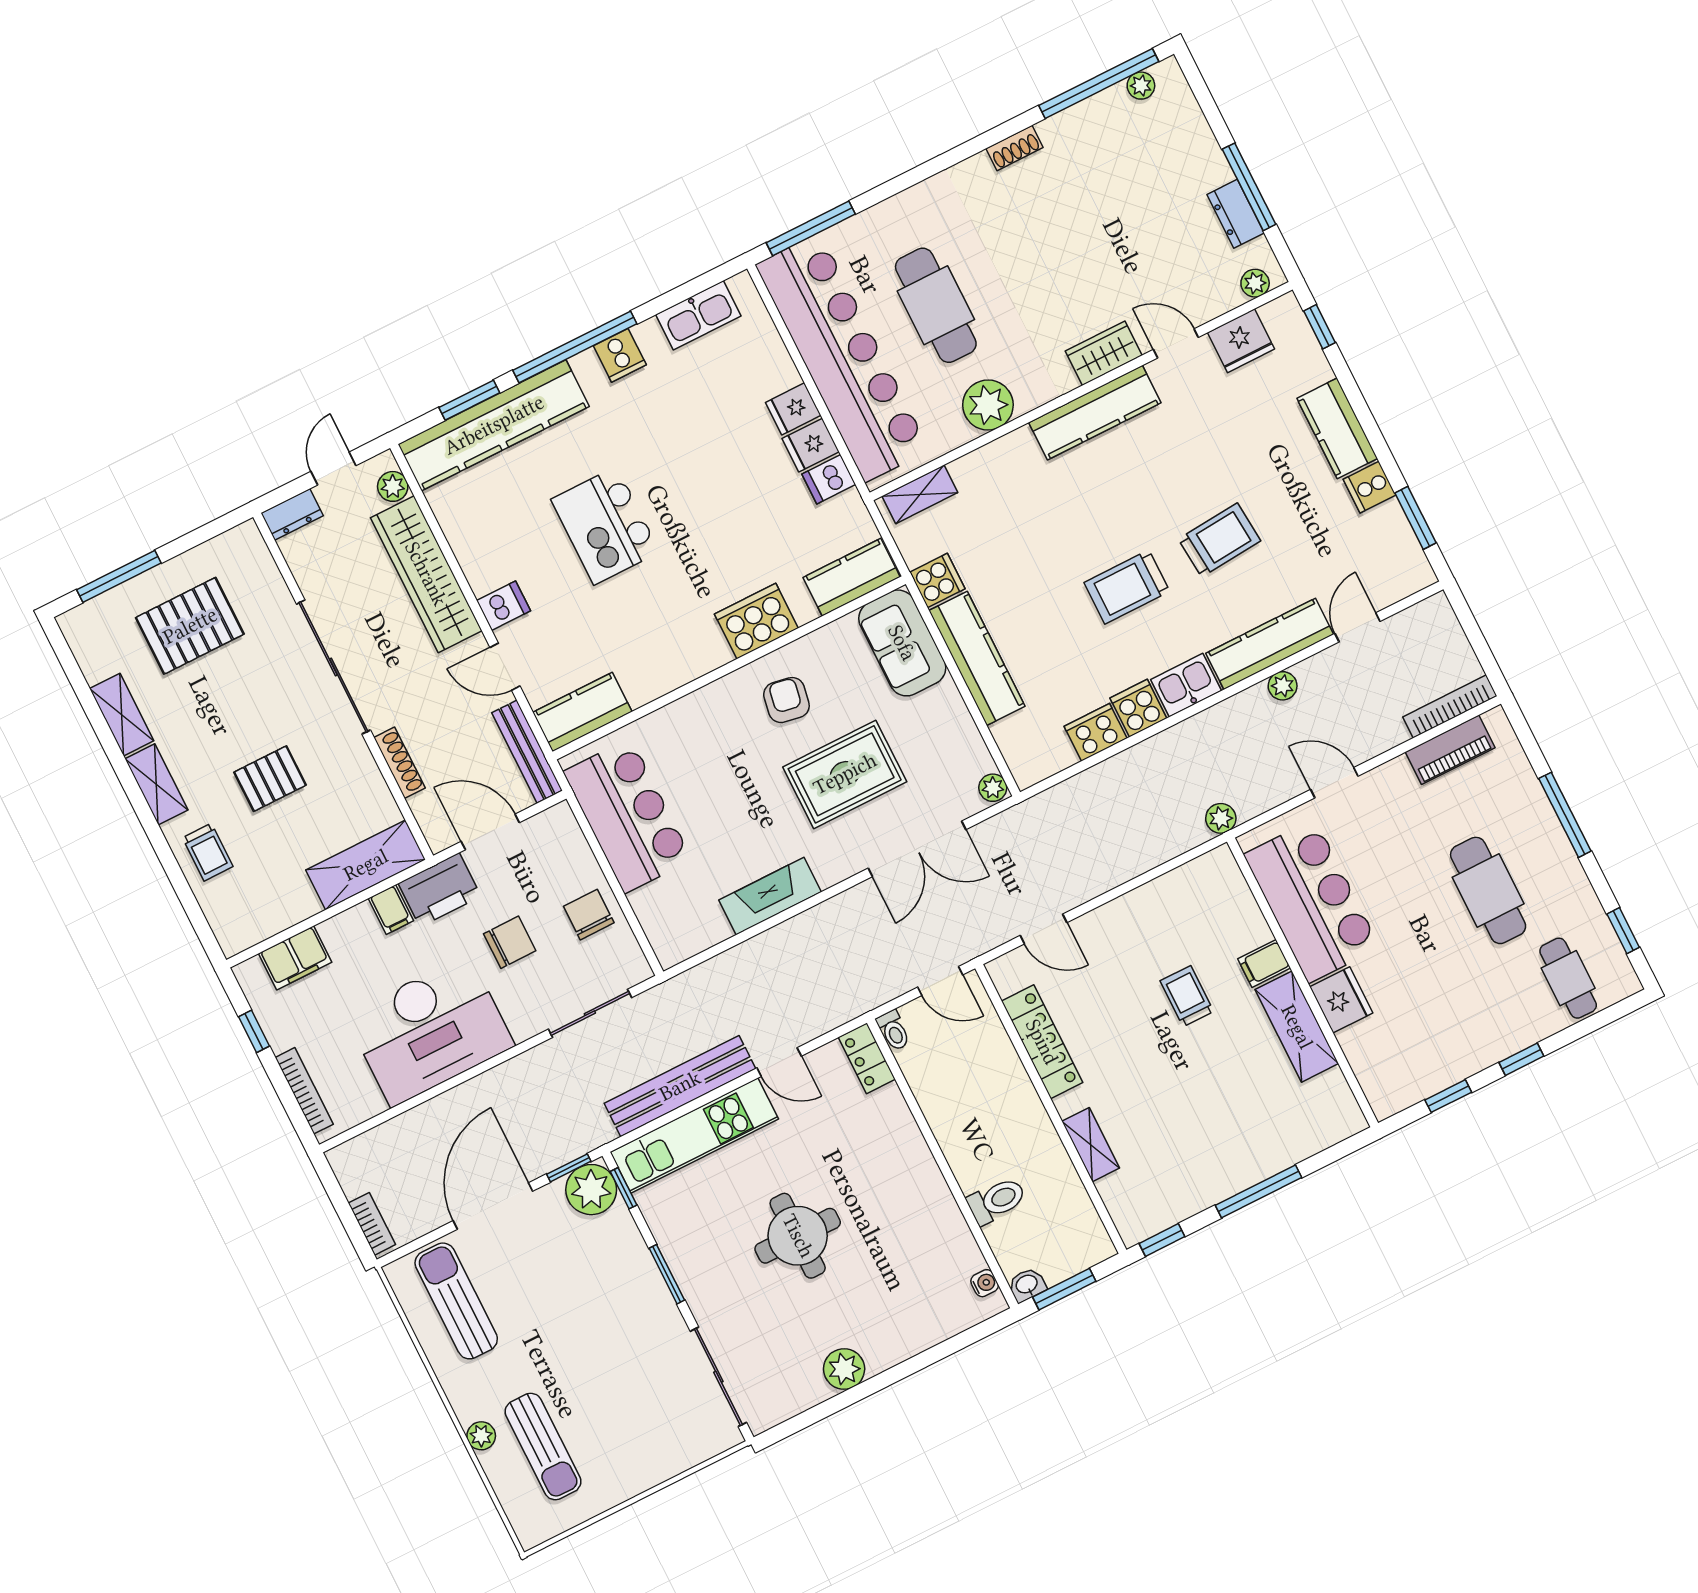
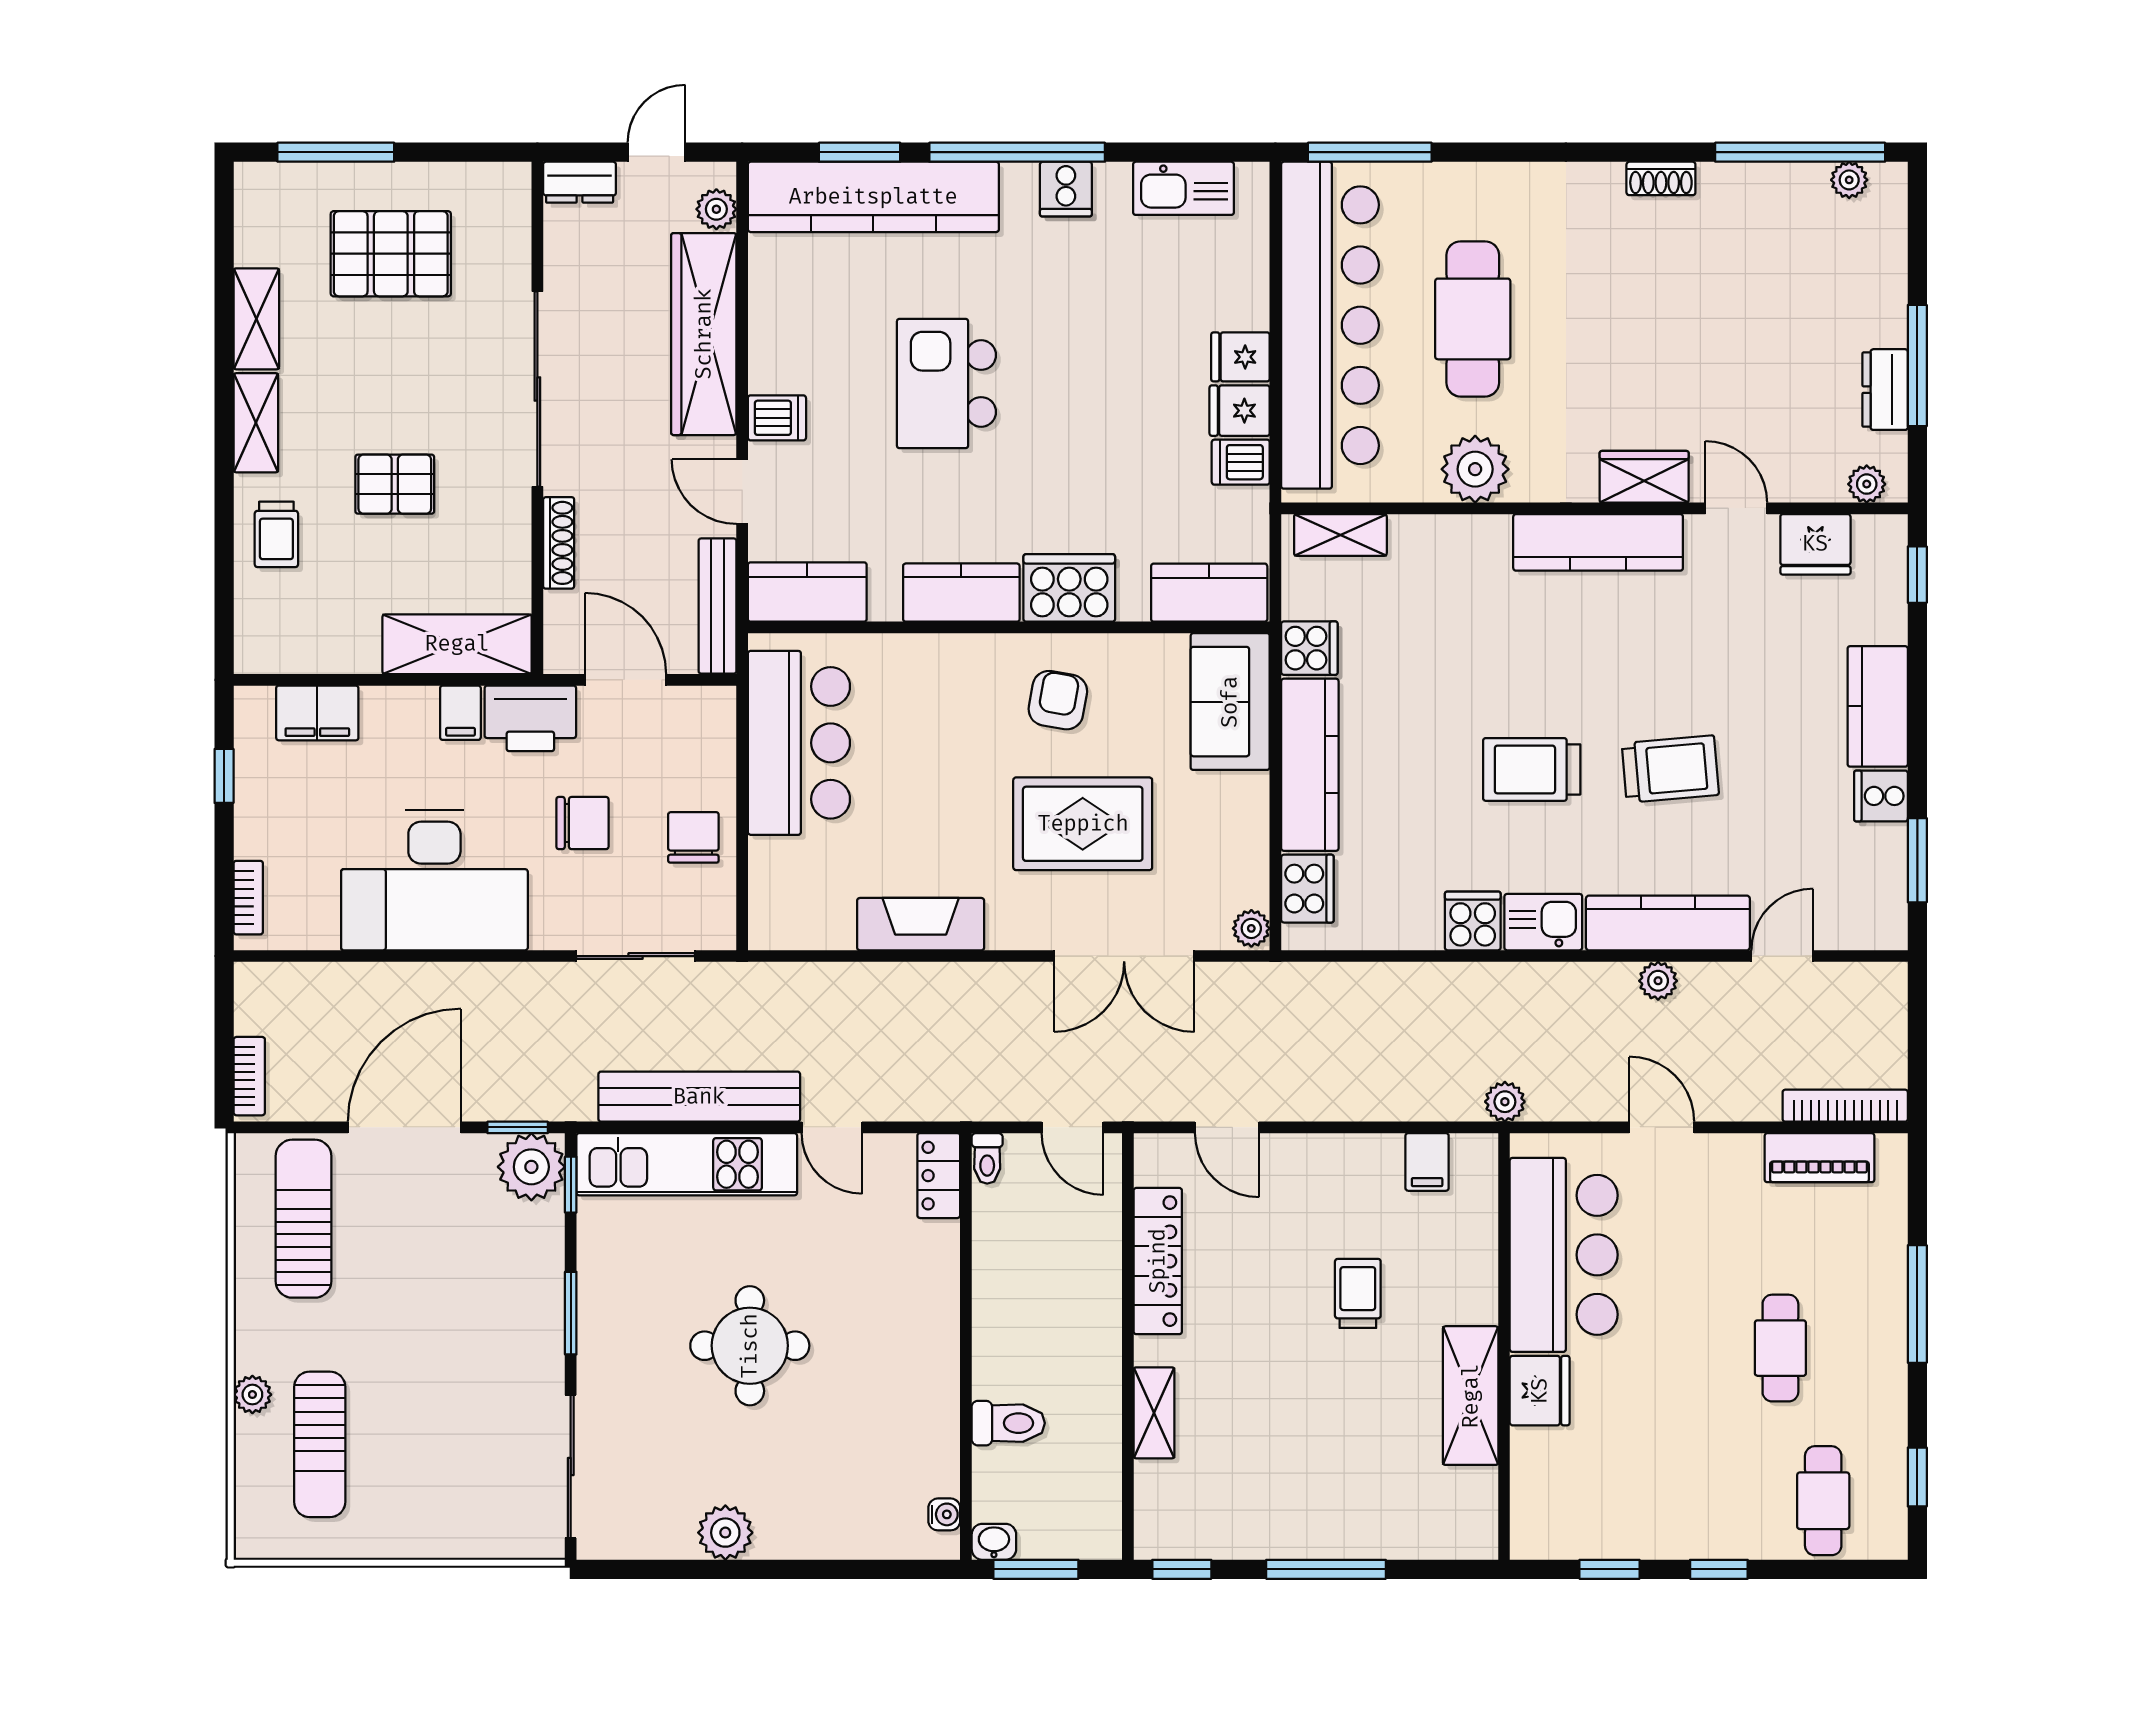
kitchen counter: (686, 661) -> (961, 593), added
cooker: (1096, 732) -> (1307, 889), moved, turned 90
cafe table: (1488, 890) -> (1780, 1348), width x0.73, depth x0.74
filing cabinet: (1264, 963) -> (1427, 1162), moved, turned -90
bookcase: (304, 1091) -> (248, 898), width x0.64

